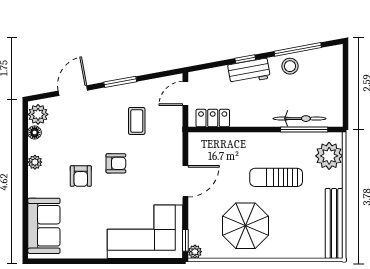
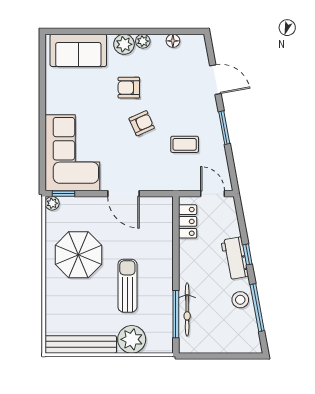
plant: (38, 114) -> (124, 44), moved
plant: (329, 156) -> (132, 339), moved
armchair: (116, 163) -> (142, 123), turned -114

